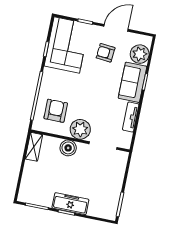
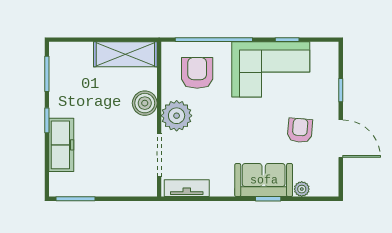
corner sofa: (67, 45) -> (271, 69), moved
plant: (140, 54) -> (302, 189), width x0.53, depth x0.53
armchair: (56, 111) -> (197, 73), turned -90
tv unit: (131, 117) -> (187, 188), moved
shelving: (34, 147) -> (125, 54), width x1.50, depth x1.33
freezer: (70, 204) -> (61, 145), moved

